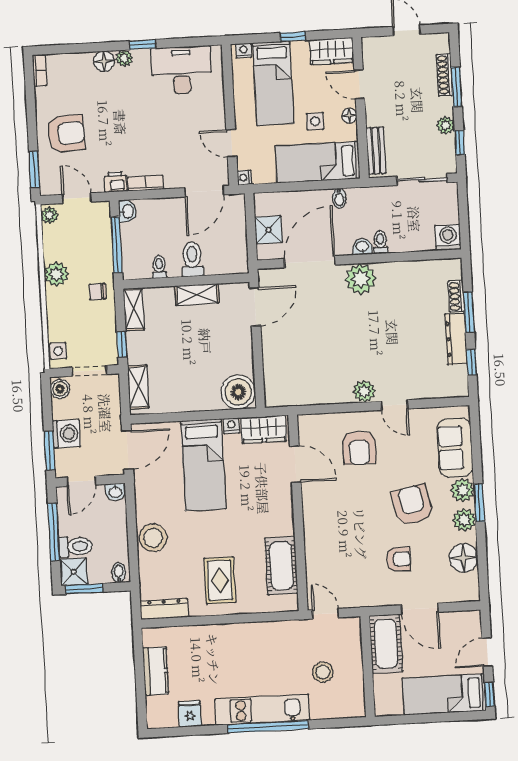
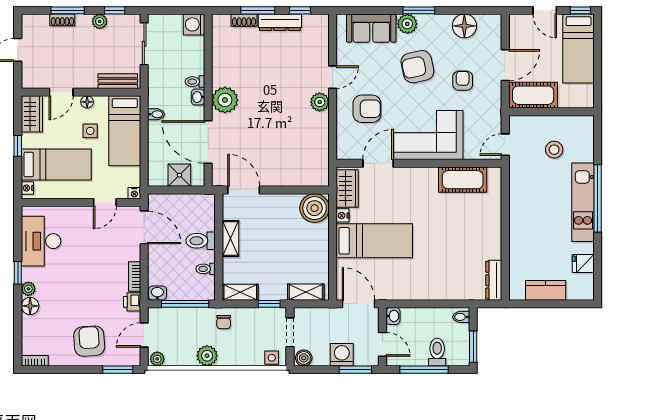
shoe rack: (445, 75) -> (62, 20), width x0.70
plant: (464, 520) -> (433, 24), removed
corner sofa: (332, 522) -> (428, 135), added
stool: (153, 538) -> (433, 286), removed
shower: (74, 572) -> (458, 355), removed
rug: (220, 580) -> (472, 232), removed

